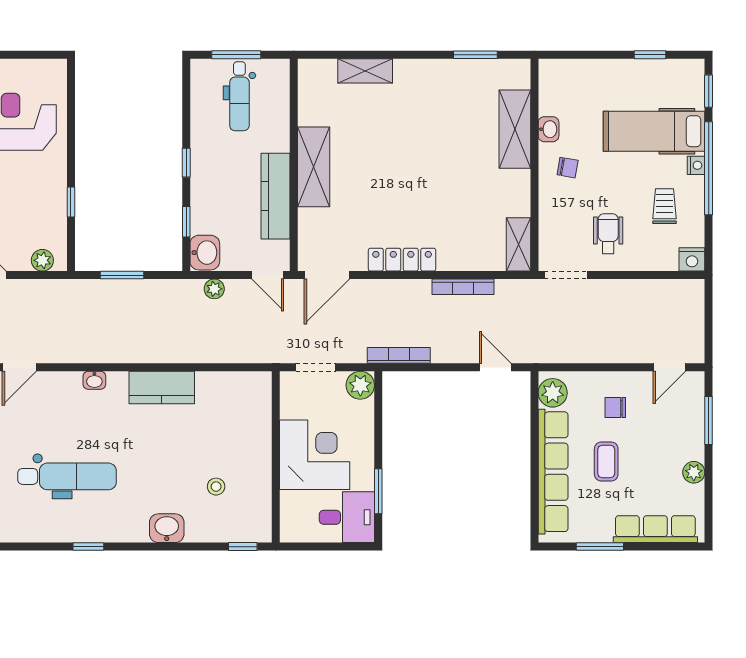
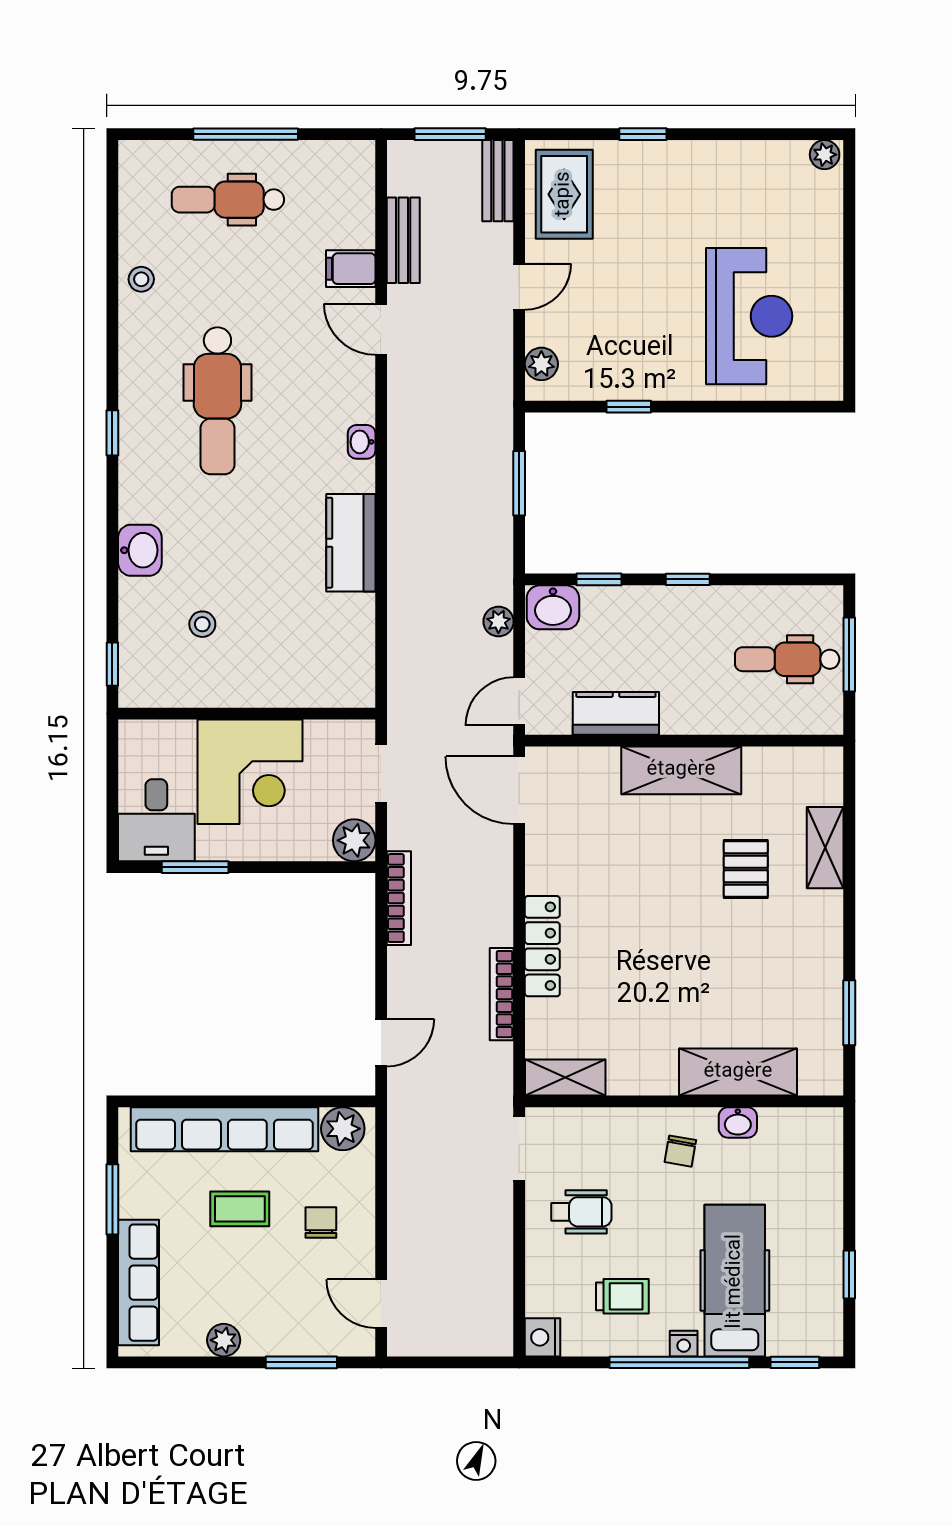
pallet: (379, 124) -> (746, 869), added
kitchen counter: (276, 196) -> (616, 713), width x0.67
locker: (402, 260) -> (542, 946), moved

